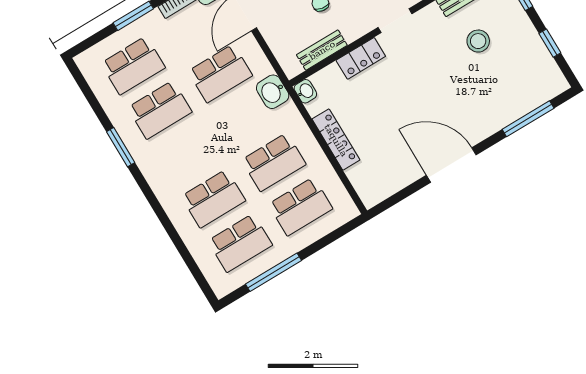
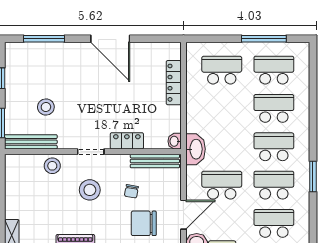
bench: (322, 50) -> (155, 161), width x1.36
washbasin: (273, 92) -> (196, 149), width x1.38
locker: (336, 140) -> (174, 83), moved
school desk: (274, 162) -> (274, 147), moved

